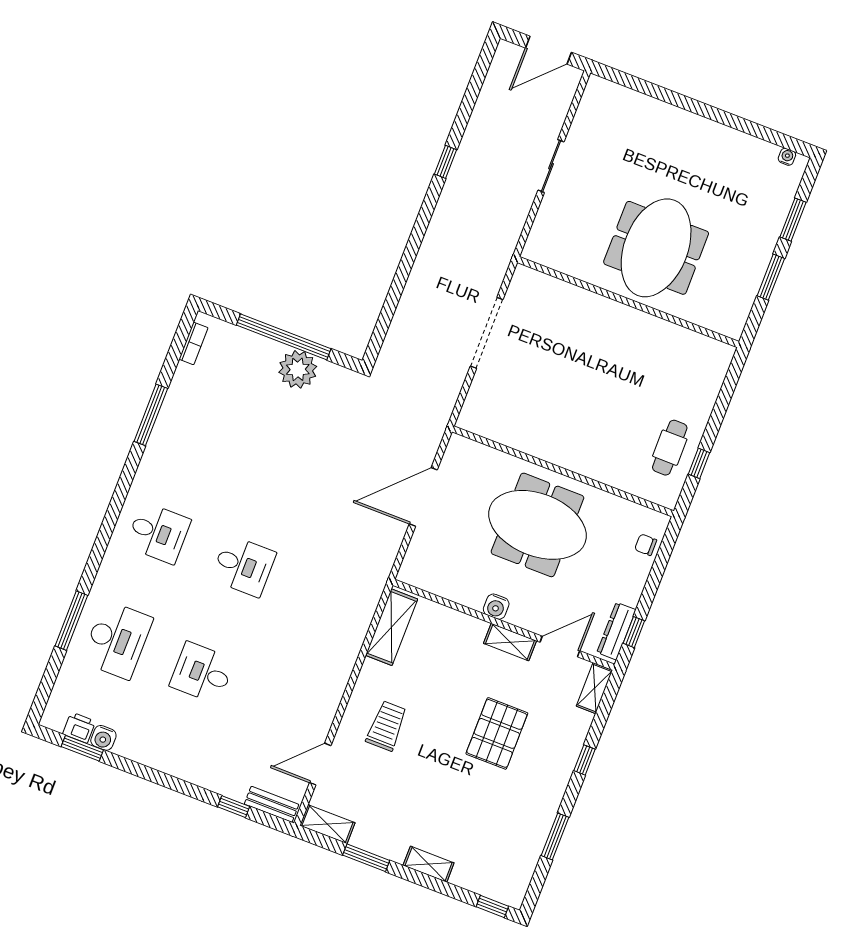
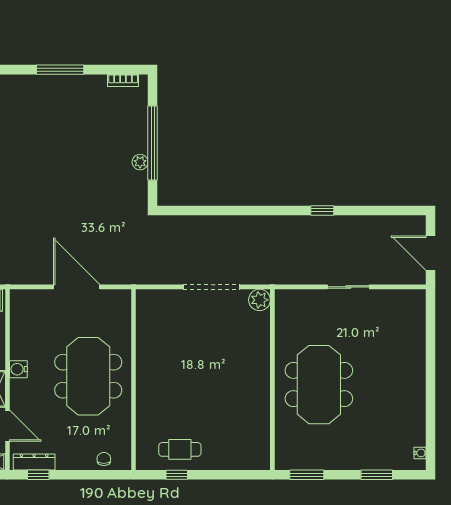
meeting table: (656, 248) -> (319, 385), turned 90
window: (771, 277) -> (307, 475), moved
plant: (525, 280) -> (259, 300), added
plant: (298, 369) -> (140, 162), width x0.53, depth x0.53

